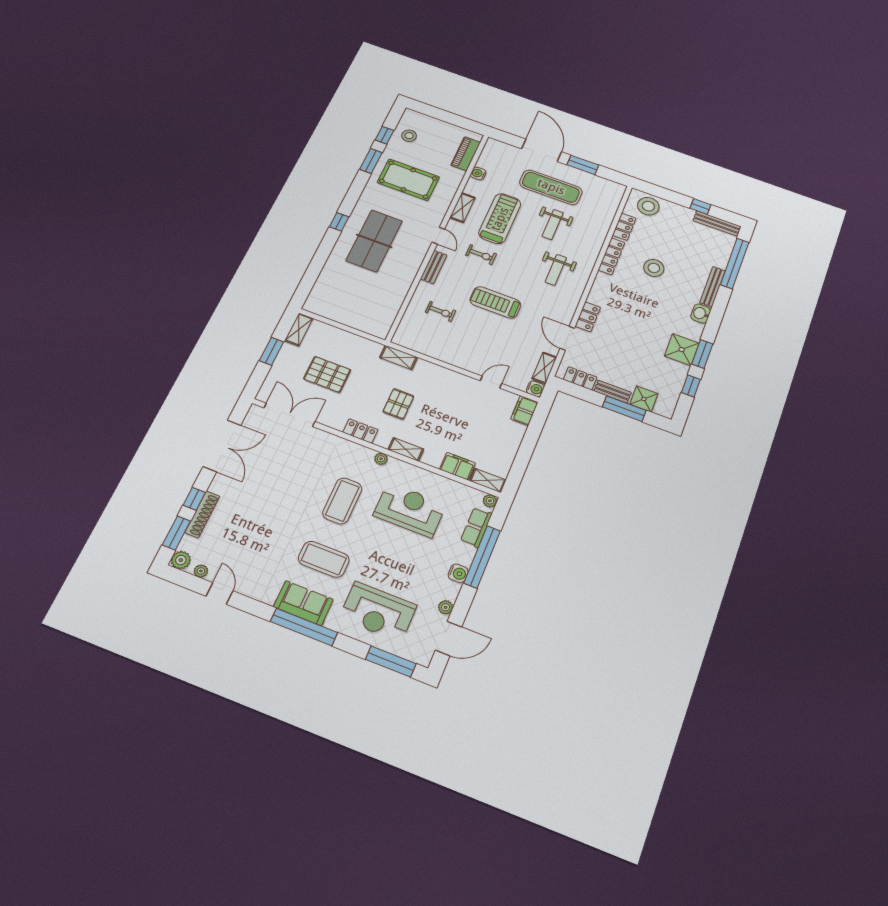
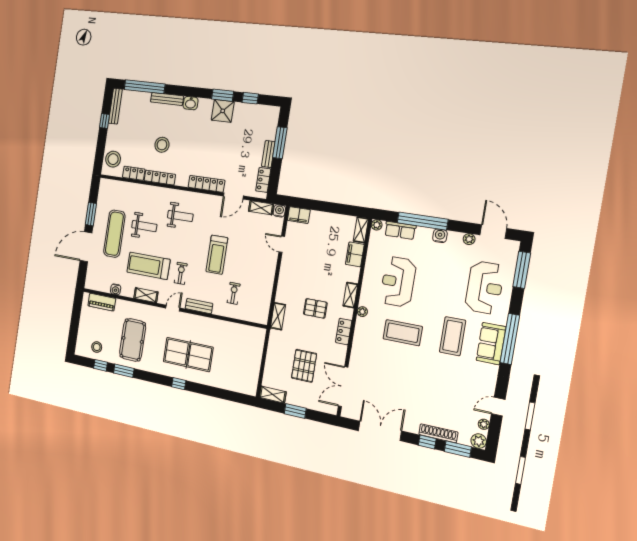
locker: (588, 317) -> (206, 184), width x1.53
shower: (644, 399) -> (269, 130), removed

